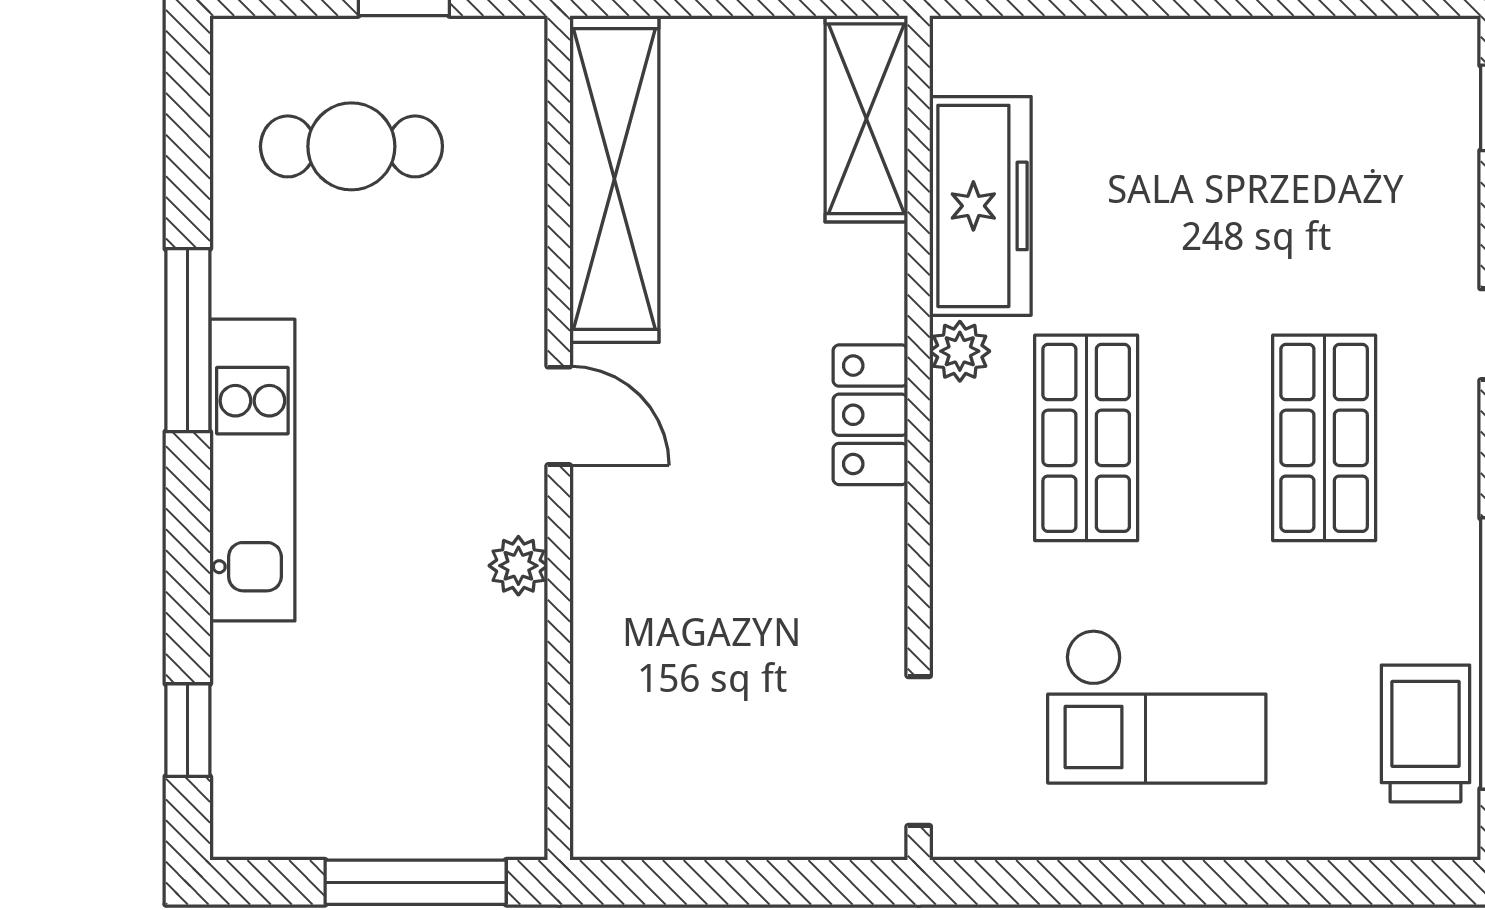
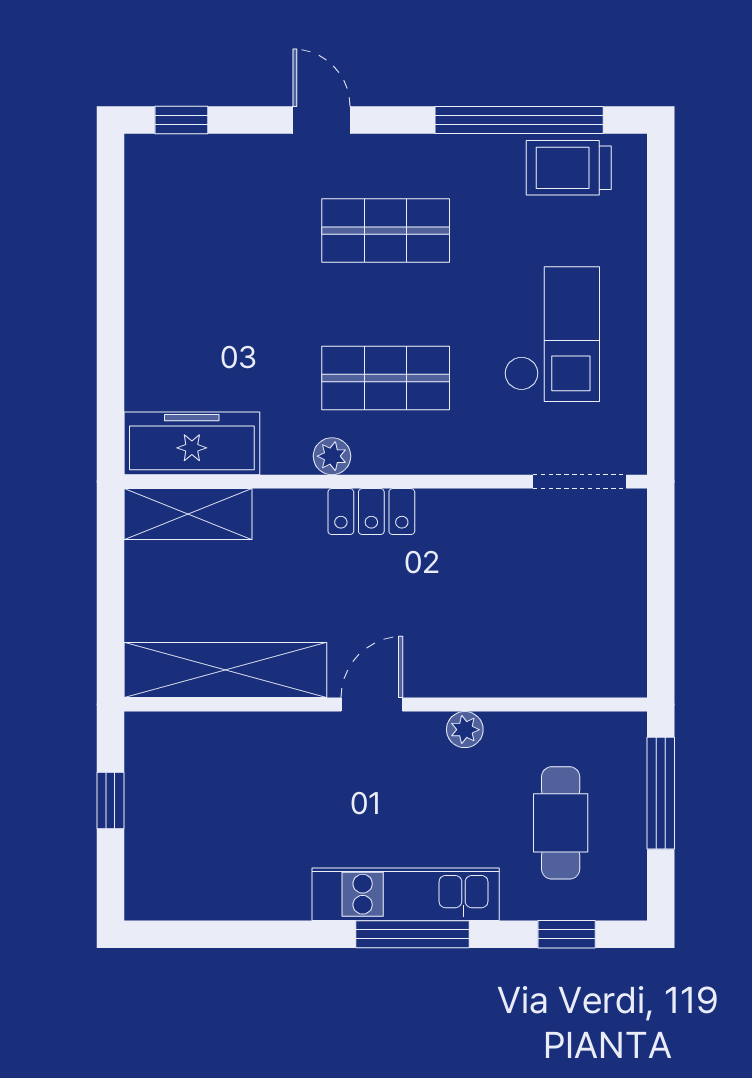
cafe table: (351, 146) -> (561, 823), moved
freezer: (980, 206) -> (192, 443), moved
window: (188, 340) -> (413, 934), moved

